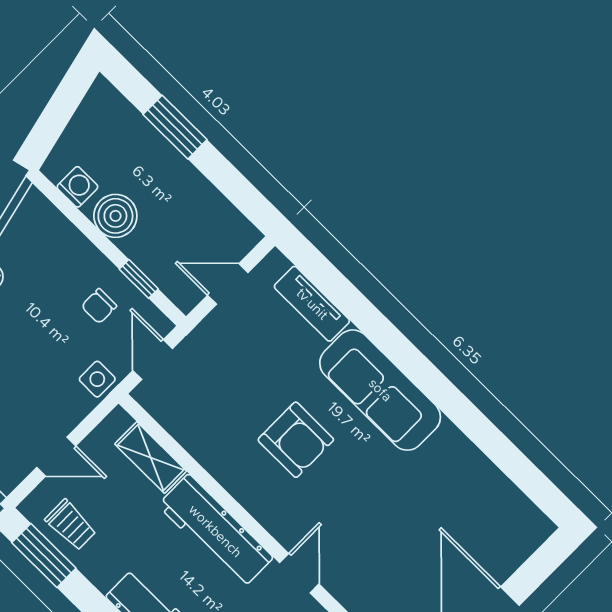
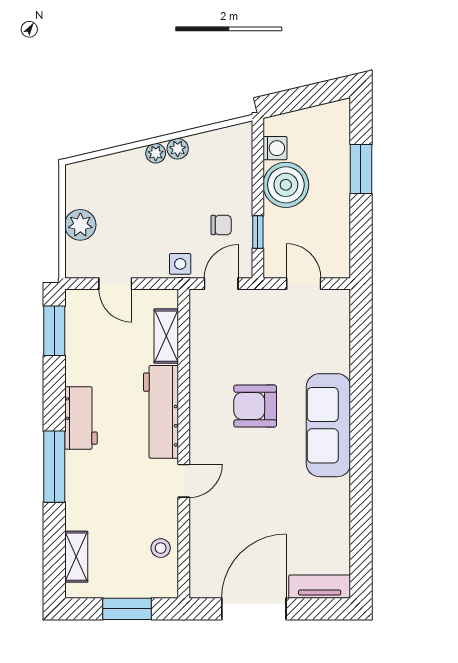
boiler: (115, 216) -> (286, 185), width x1.37, depth x1.37
tv unit: (312, 304) -> (320, 587), moved, turned 90
chair: (99, 306) -> (221, 225), turned 180
armchair: (296, 440) -> (255, 406), turned 90
trolley: (71, 525) -> (86, 329), removed

